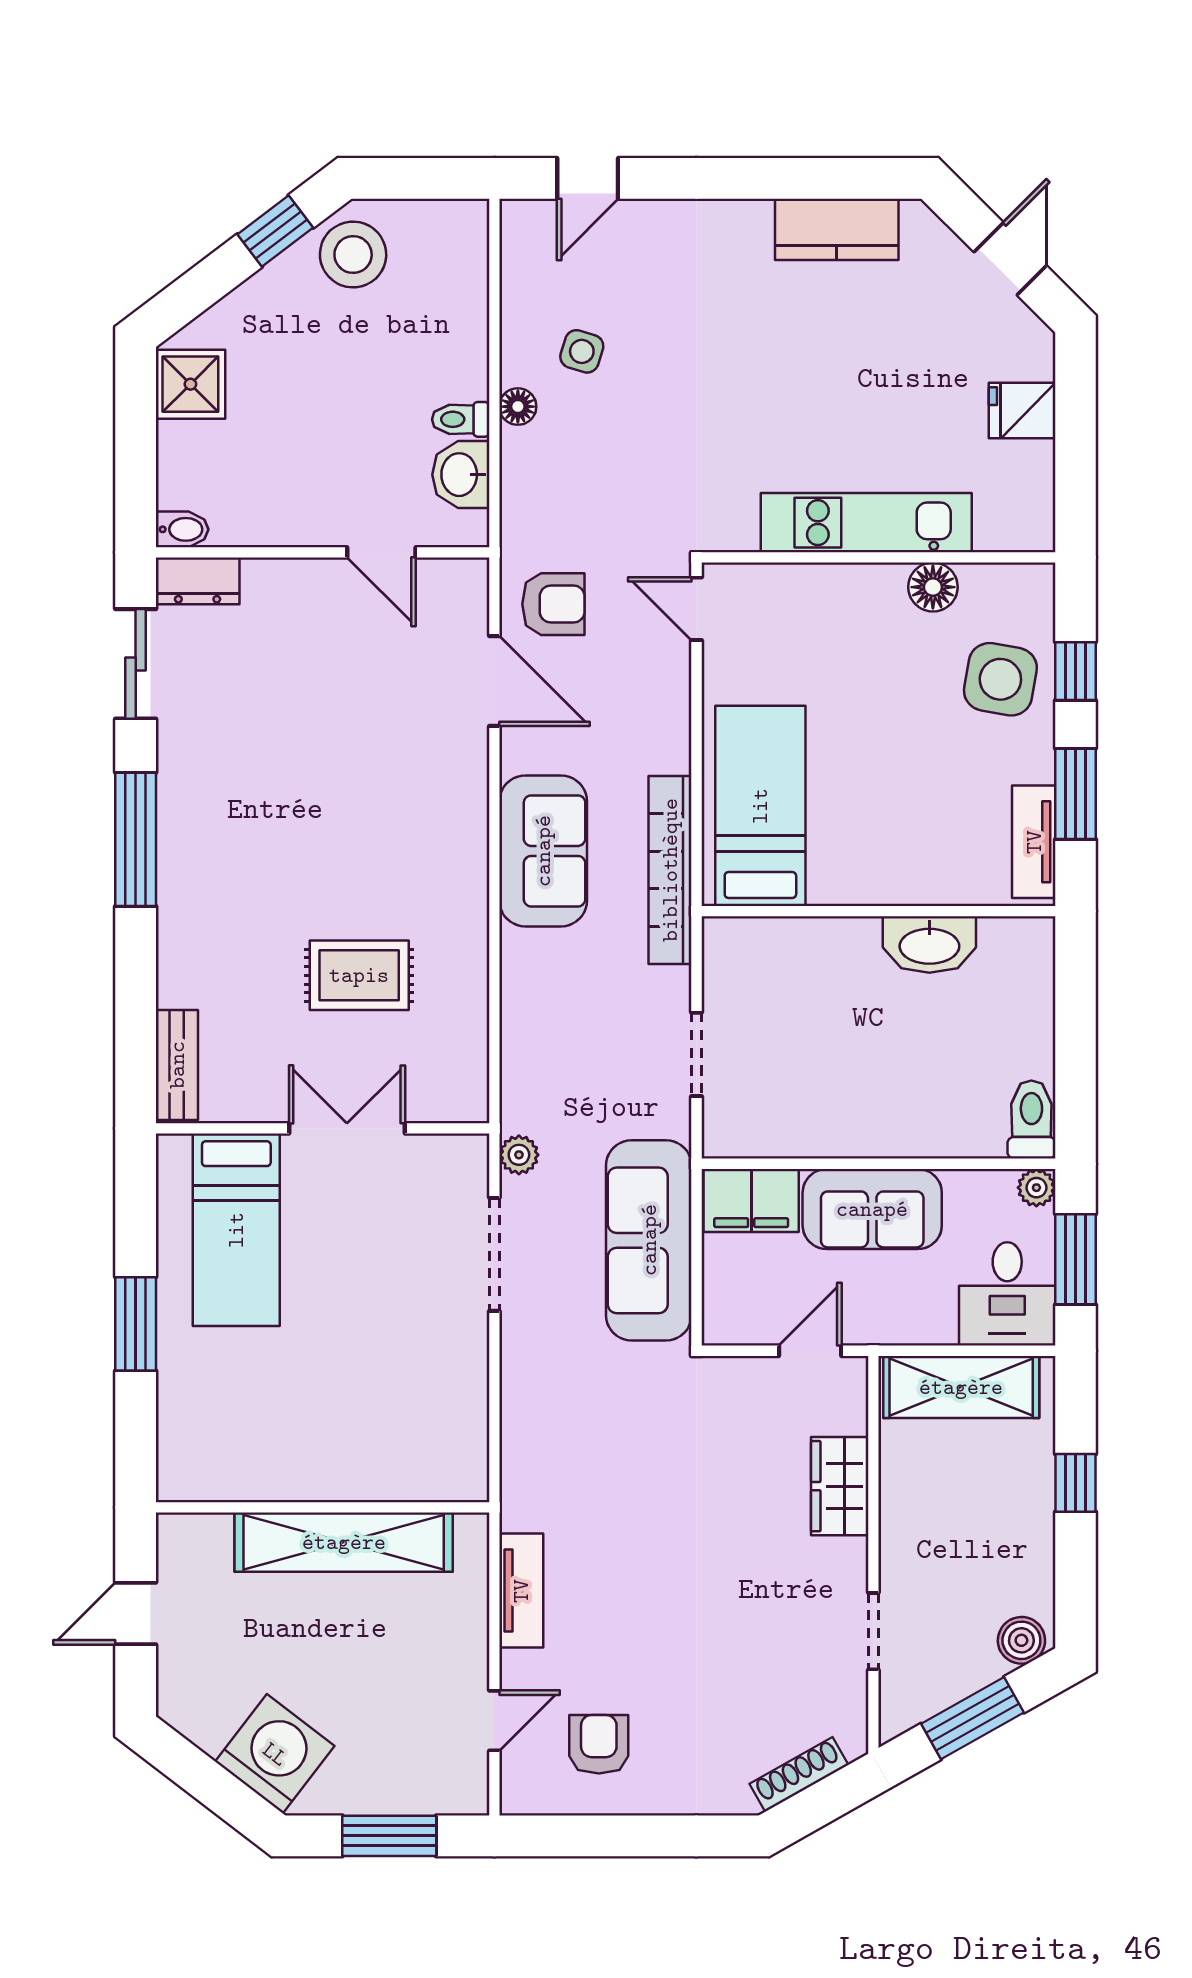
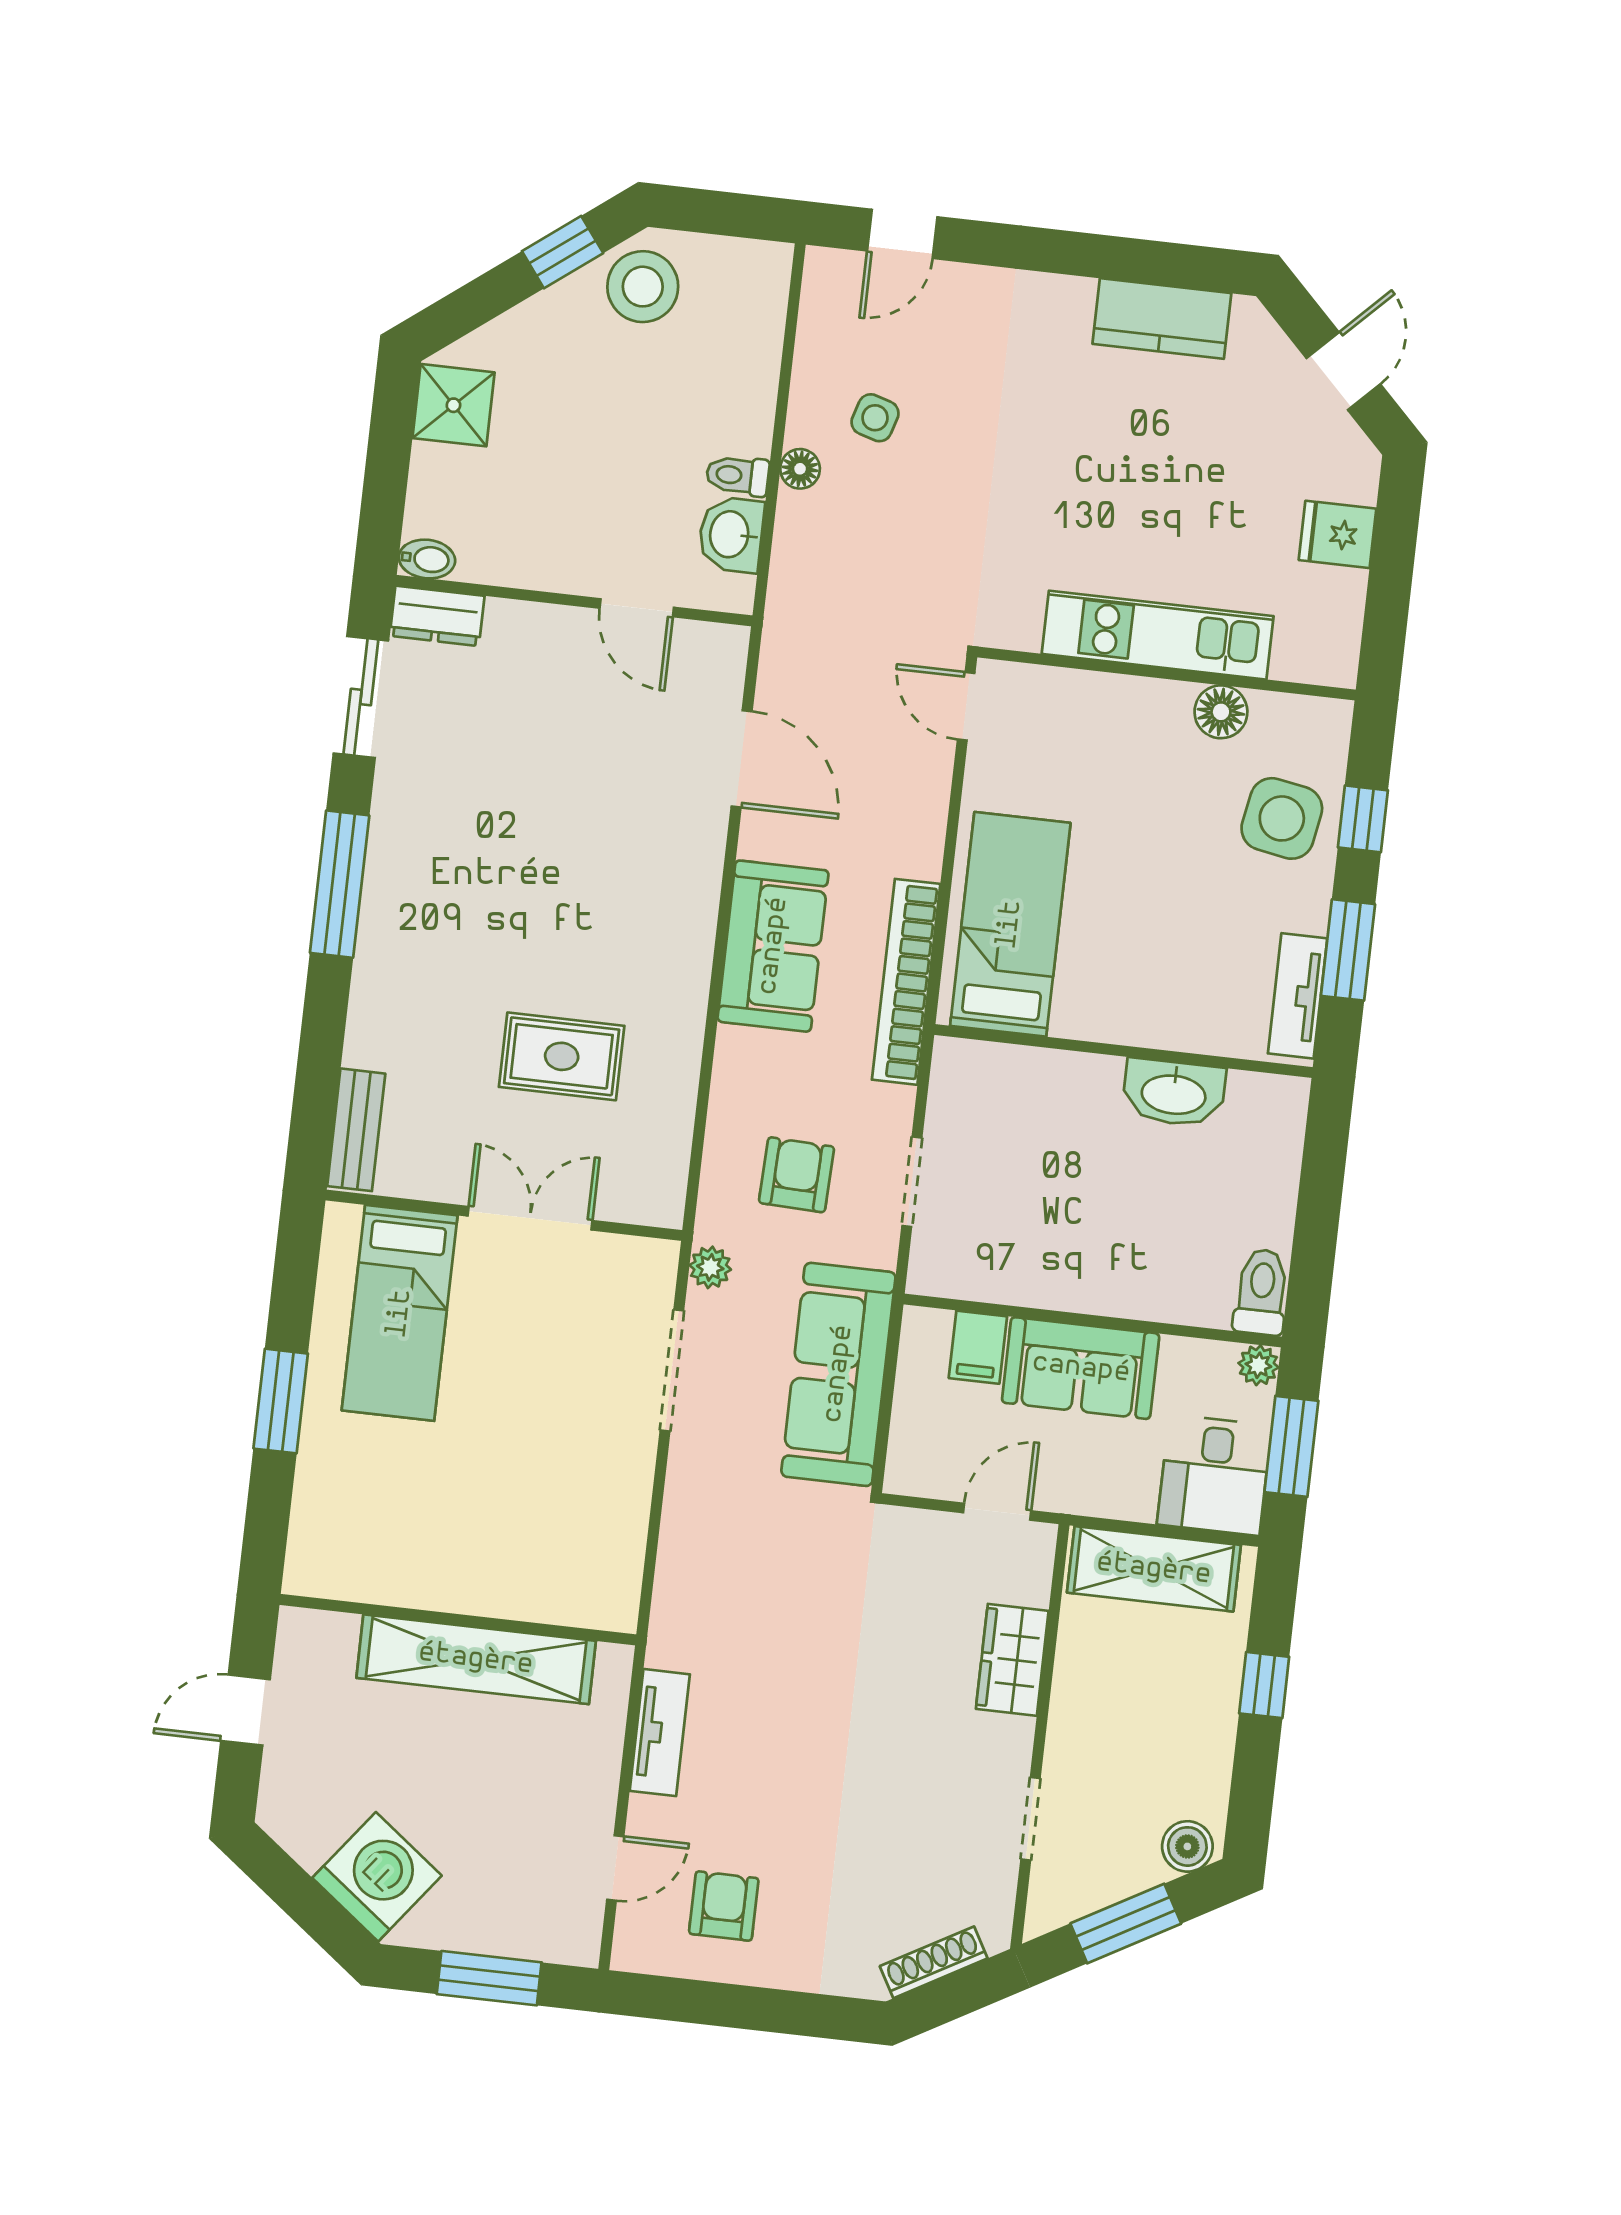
armchair: (553, 604) -> (796, 1175), moved, turned -88
filing cabinet: (751, 1200) -> (978, 1347), width x0.50

